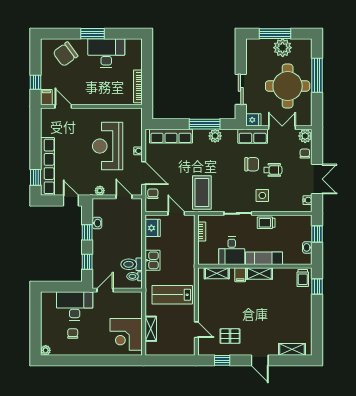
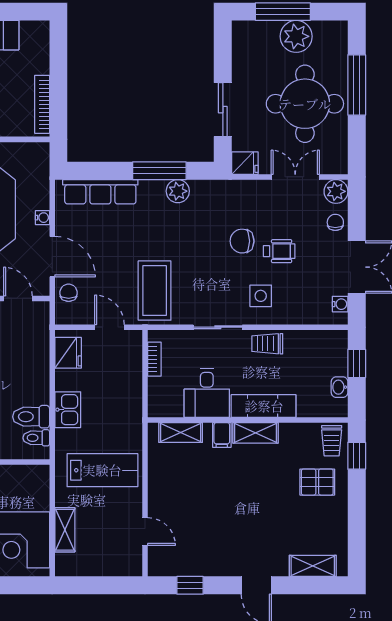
row of seats: (253, 136) -> (244, 192), removed
chair: (252, 164) -> (242, 241), turned 180
lab bench: (172, 295) -> (102, 470), turned 180
pallet: (230, 336) -> (317, 482), moved

